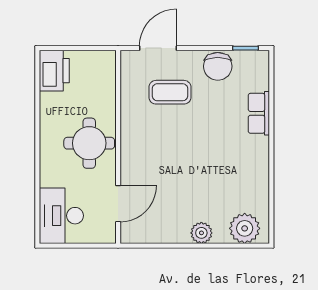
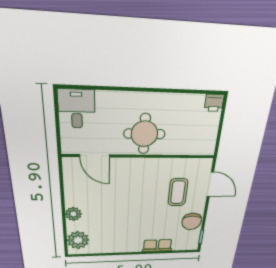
chair: (218, 66) -> (192, 221), turned -90
printer: (54, 71) -> (214, 103), width x0.53, depth x0.68
desk: (61, 216) -> (77, 109), width x0.73

